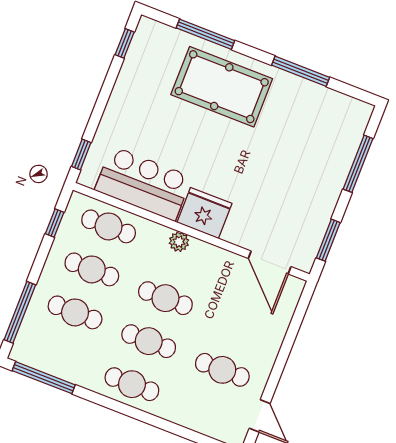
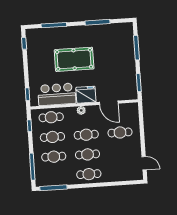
pool table: (222, 87) -> (74, 59), moved
door: (270, 262) -> (109, 103), moved
cafe table: (222, 370) -> (120, 132), moved

